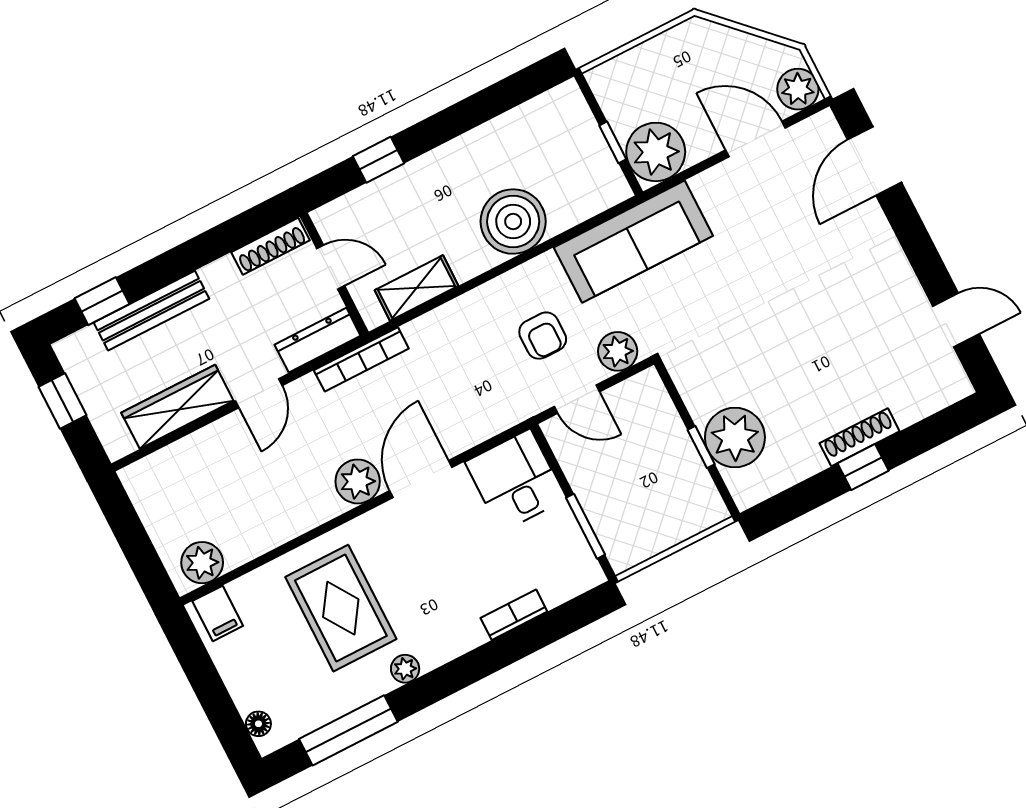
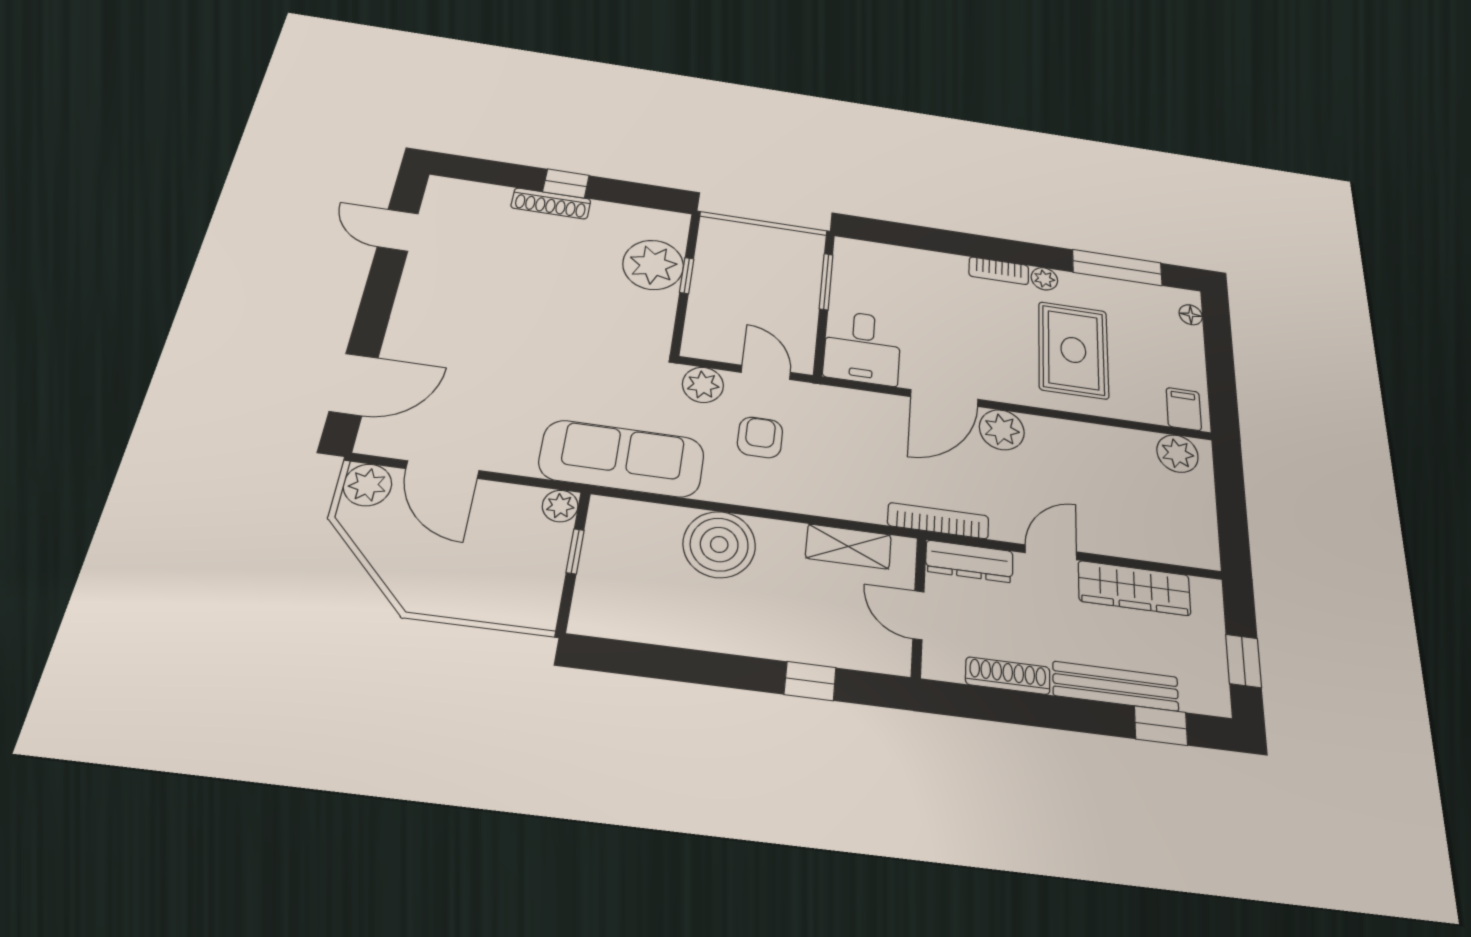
plant: (656, 152) -> (560, 506), width x0.53, depth x0.53
shoe rack: (271, 246) -> (1008, 676), moved
bookcase: (514, 615) -> (999, 271), moved

